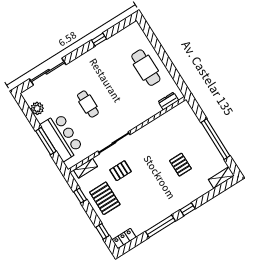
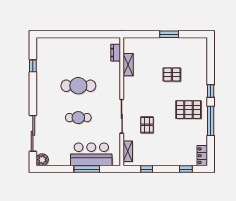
window: (99, 40) -> (33, 66), moved
cafe table: (146, 68) -> (78, 86), moved
plant: (37, 108) -> (42, 160), moved
window: (216, 139) -> (169, 34), width x0.47
shelving: (221, 178) -> (128, 65), moved
pallet: (105, 198) -> (188, 110), moved

